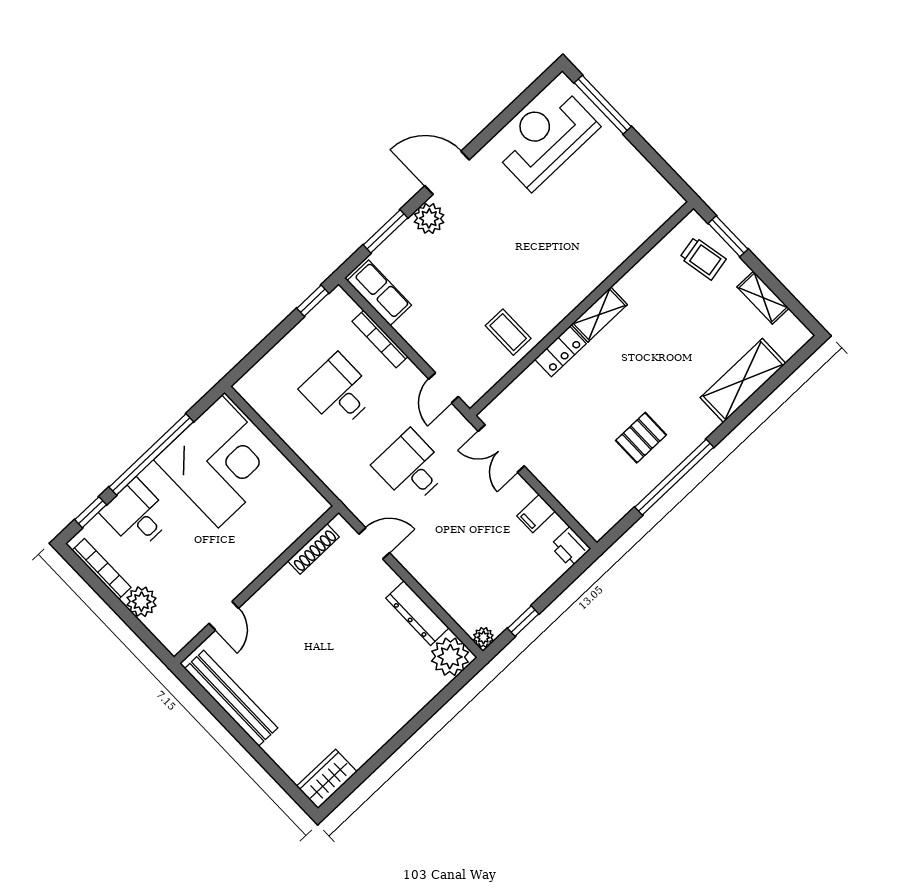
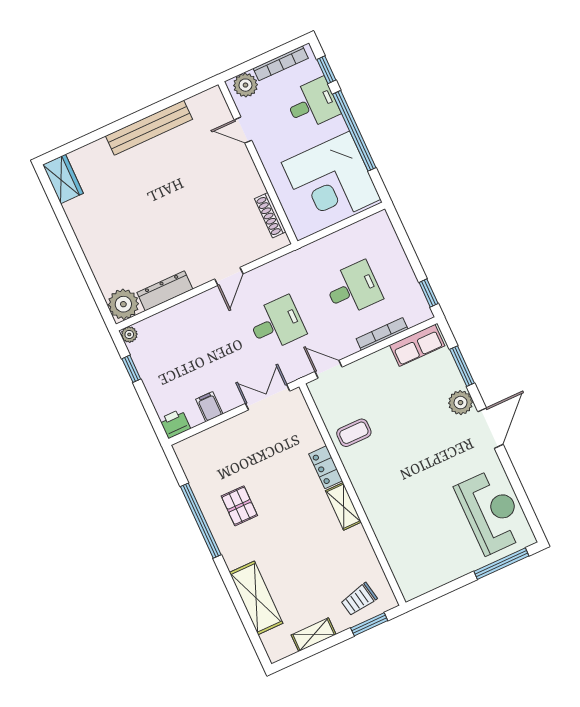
shoe rack: (313, 549) -> (270, 215), moved
wall: (256, 585) -> (258, 163), moved
door: (224, 616) -> (243, 130), moved

